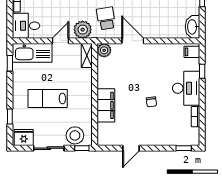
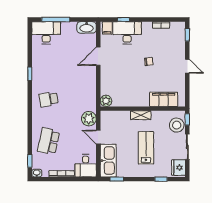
school desk: (106, 18) -> (79, 99), removed
door: (133, 41) -> (98, 56), moved
shelving: (87, 56) -> (141, 115), moved
desk: (186, 88) -> (127, 33), moved
lab bench: (48, 98) -> (146, 148), turned 180
filing cabinet: (106, 105) -> (164, 99), moved
door: (131, 148) -> (187, 66), moved

